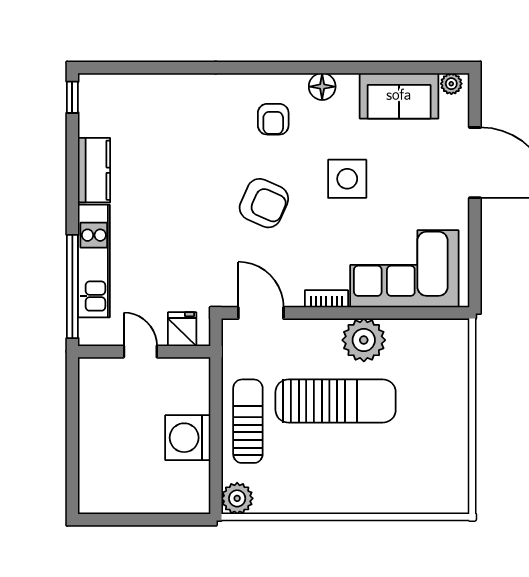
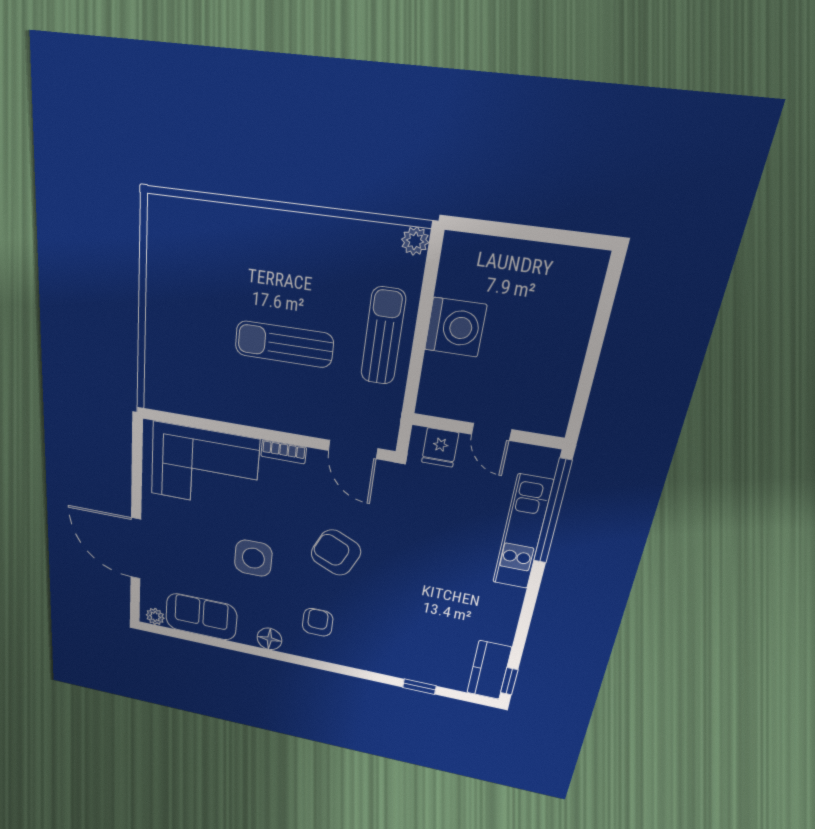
window: (159, 68) -> (419, 687), added
kitchen counter: (94, 170) -> (489, 670), moved
plant: (364, 340) -> (249, 404), removed
sun lounger: (336, 401) -> (284, 344), width x0.73, depth x0.75
sun lounger: (248, 421) -> (383, 336), turned 180
plant: (237, 498) -> (415, 241), width x0.73, depth x0.73

